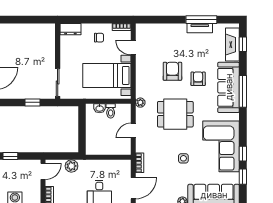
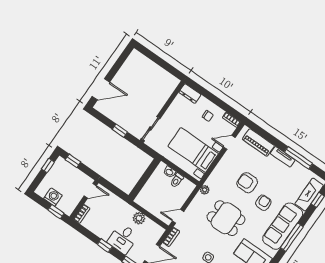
tv unit: (200, 28) -> (283, 157), moved
piano: (158, 30) -> (258, 142), added
door: (133, 48) -> (229, 142), hinge flipped
armchair: (172, 71) -> (247, 183), turned -90
door: (133, 131) -> (178, 216), moved
plant: (71, 166) -> (139, 218), moved

